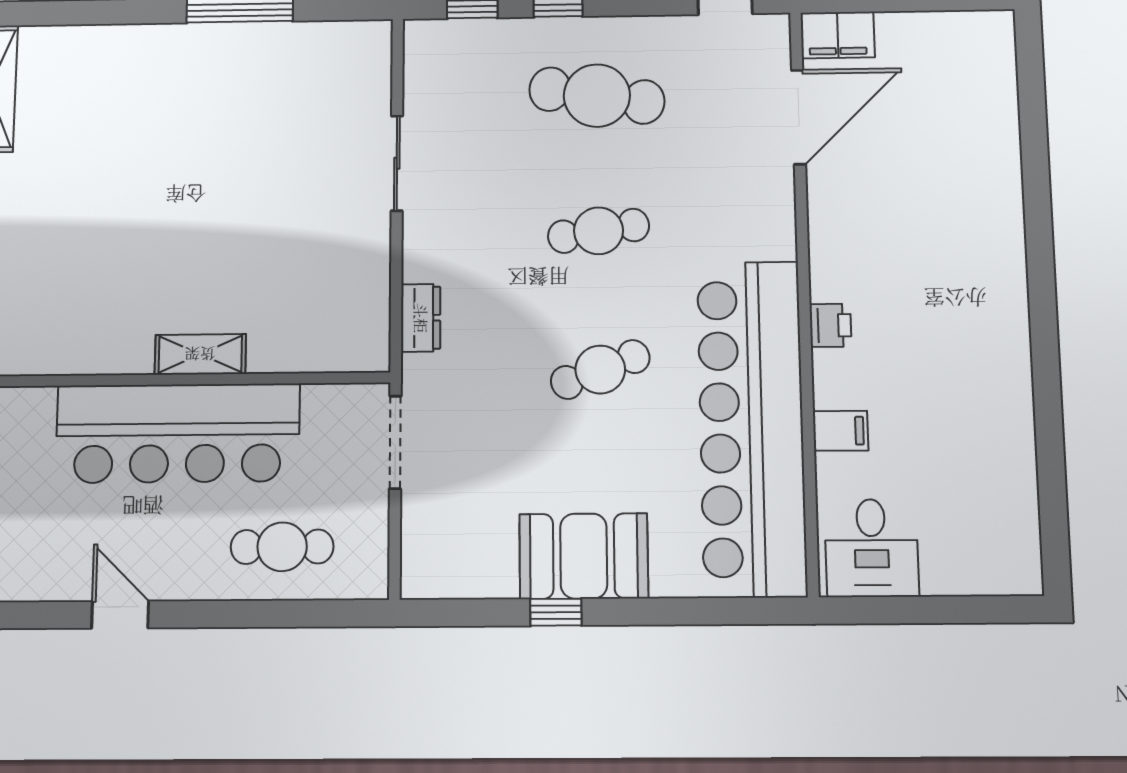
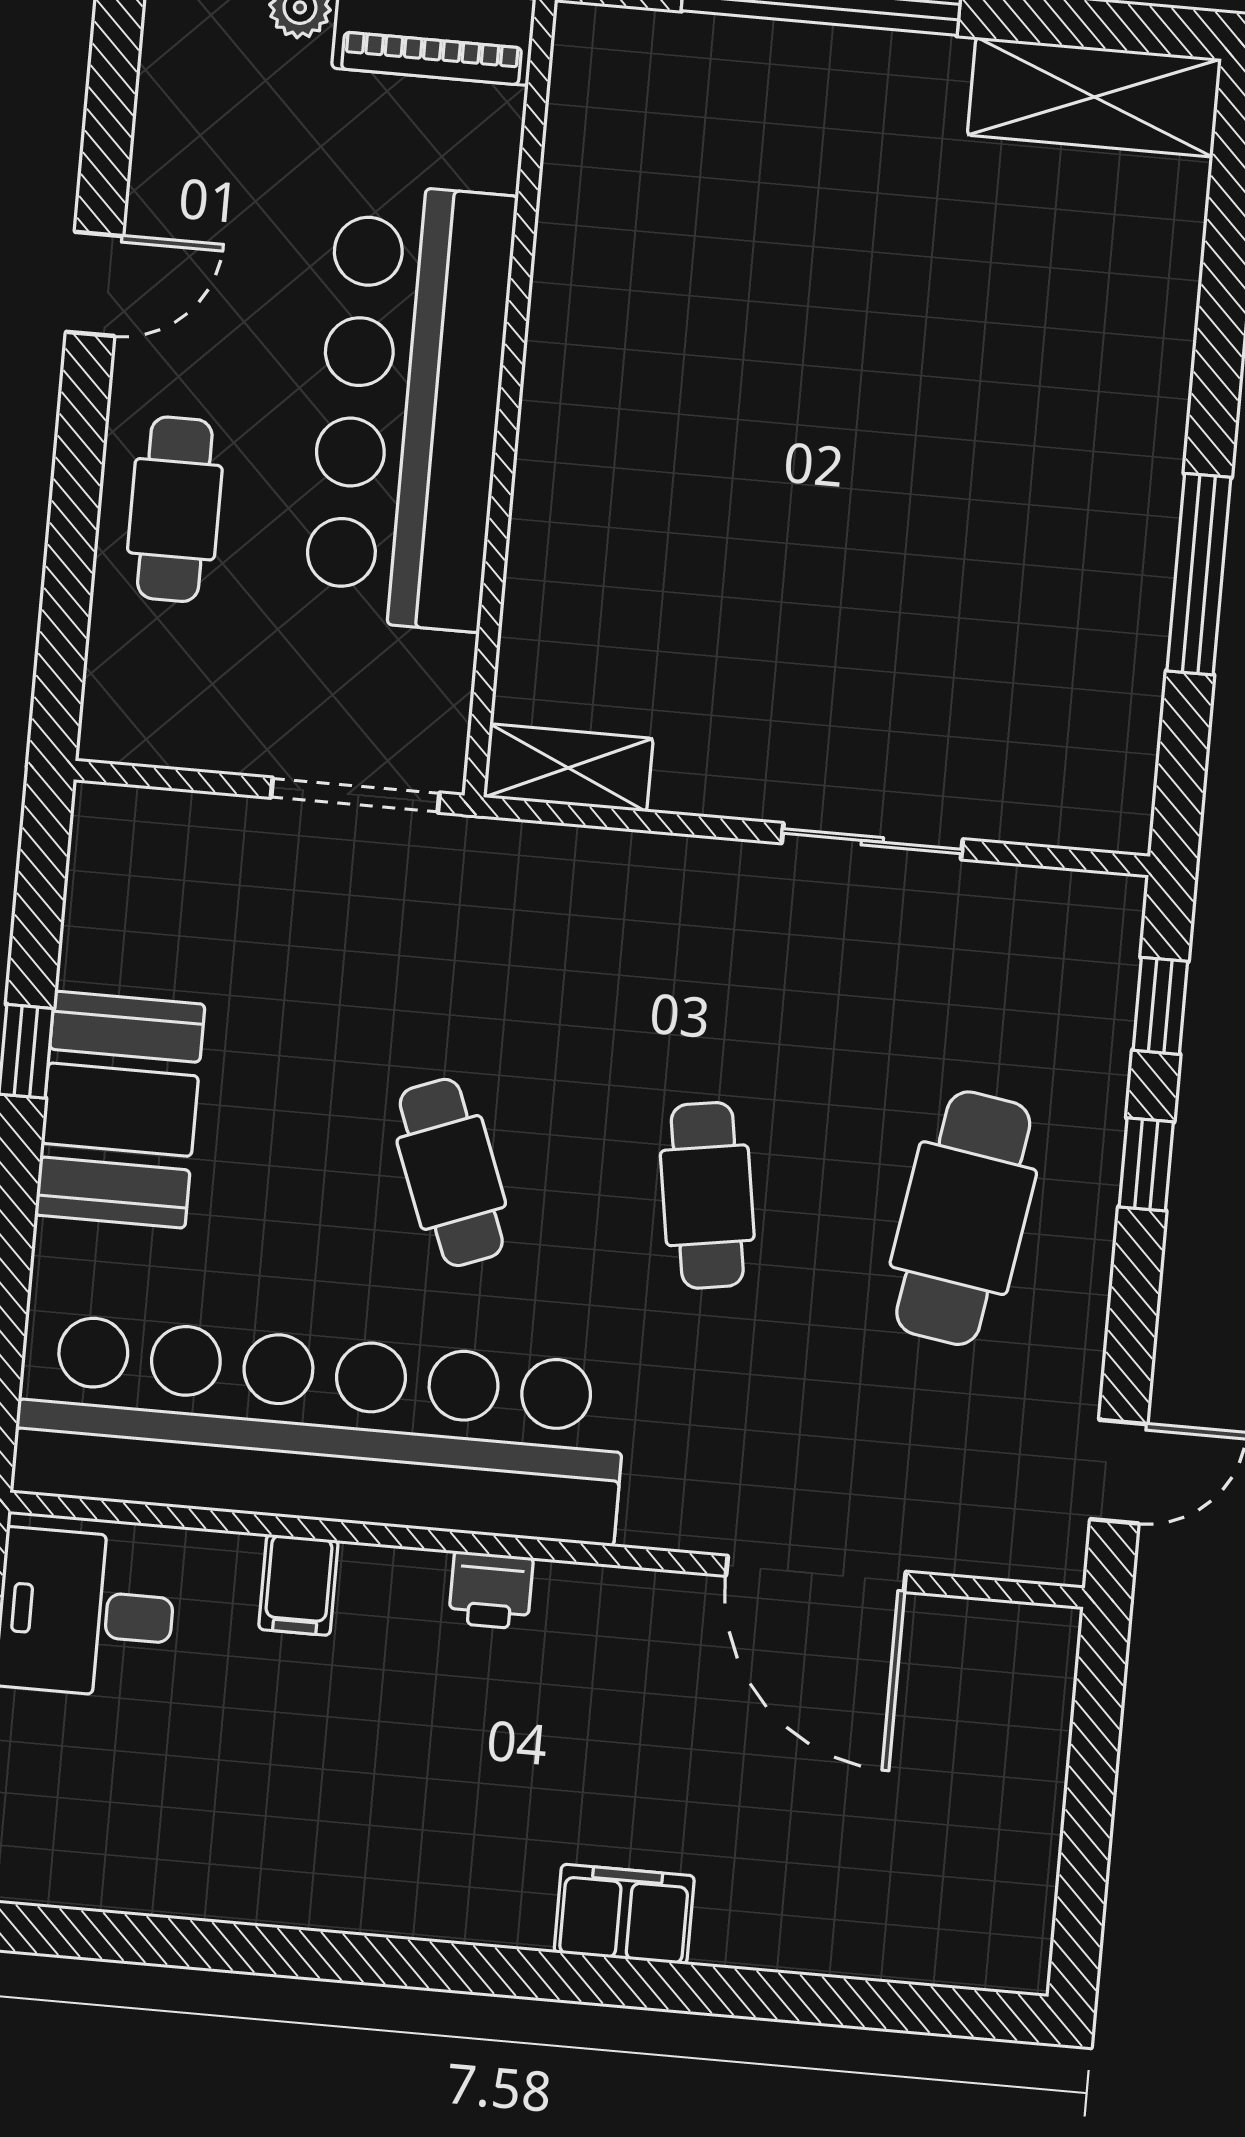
filing cabinet: (838, 35) -> (624, 1914), moved, turned 90
door: (799, 117) -> (816, 1574), moved
dresser: (421, 318) -> (578, 860), removed
shelving: (200, 354) -> (568, 768), moved, turned 90
cafe table: (282, 547) -> (175, 509), moved

